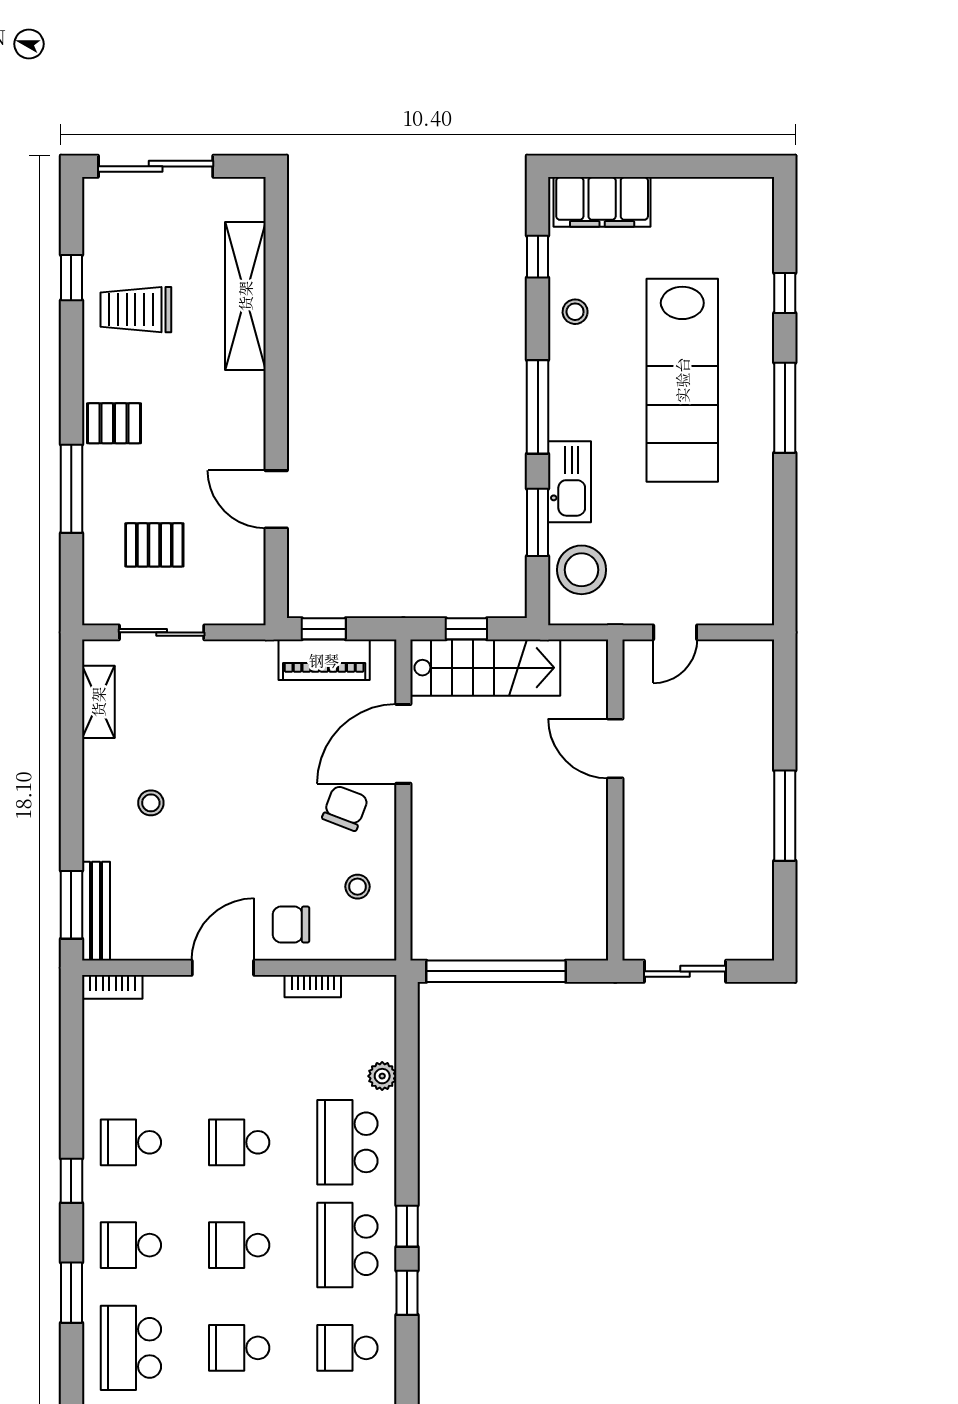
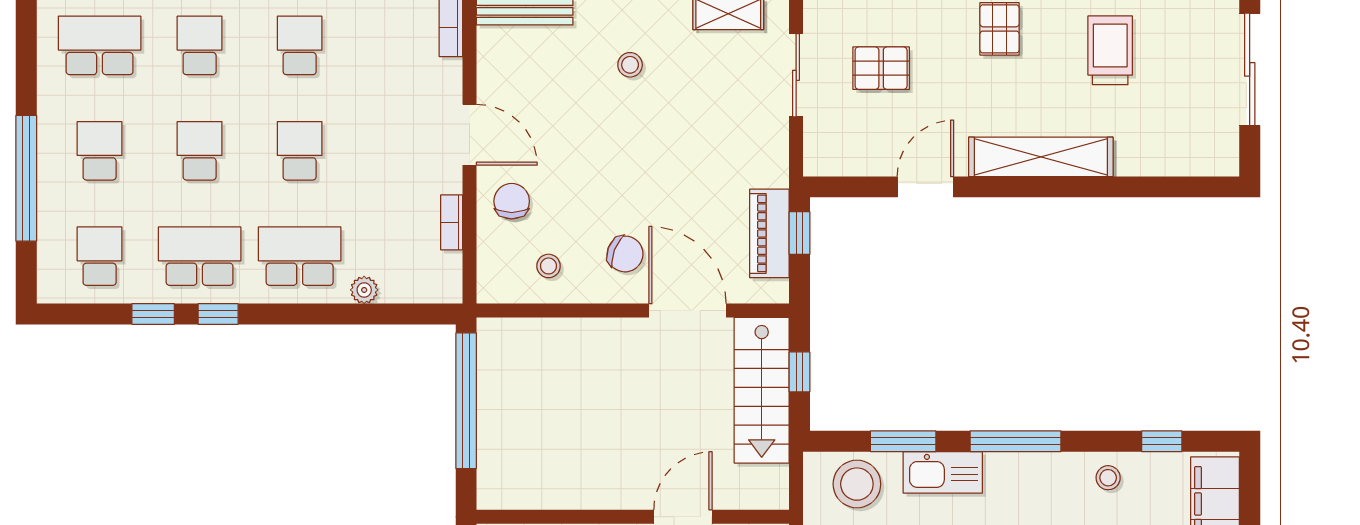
shelving: (245, 296) -> (1041, 157), moved
pallet: (154, 545) -> (881, 68), turned 90

